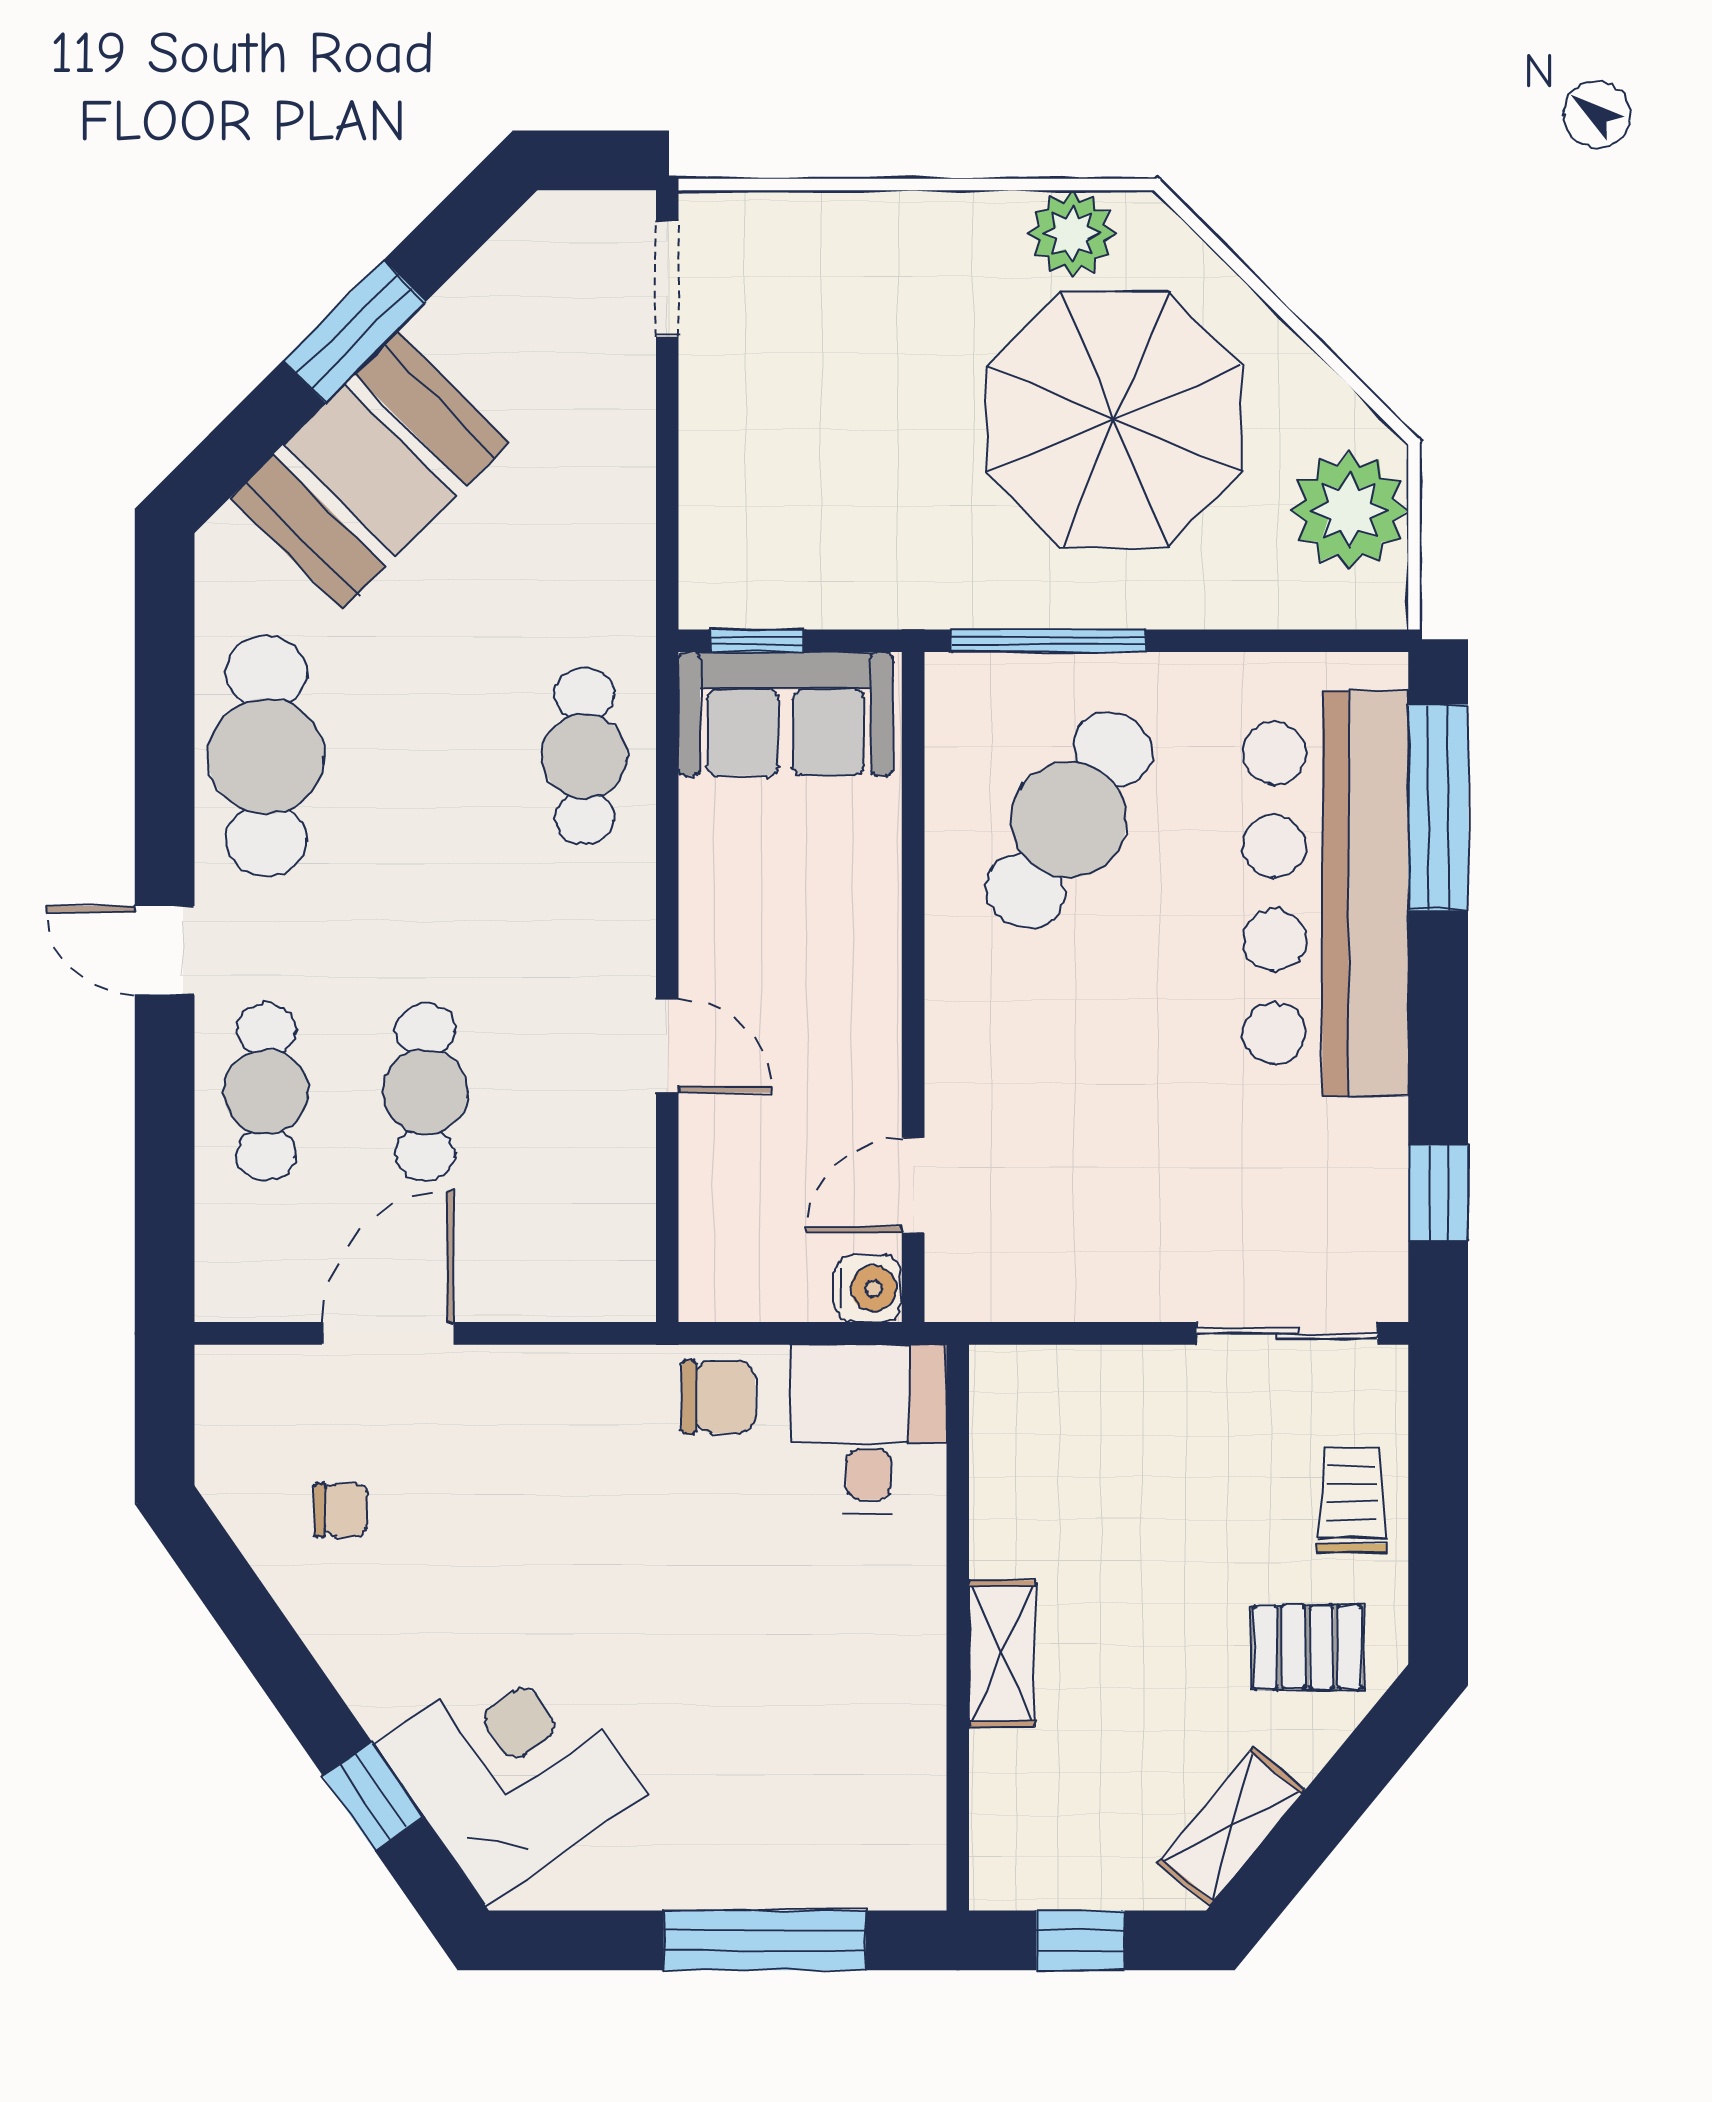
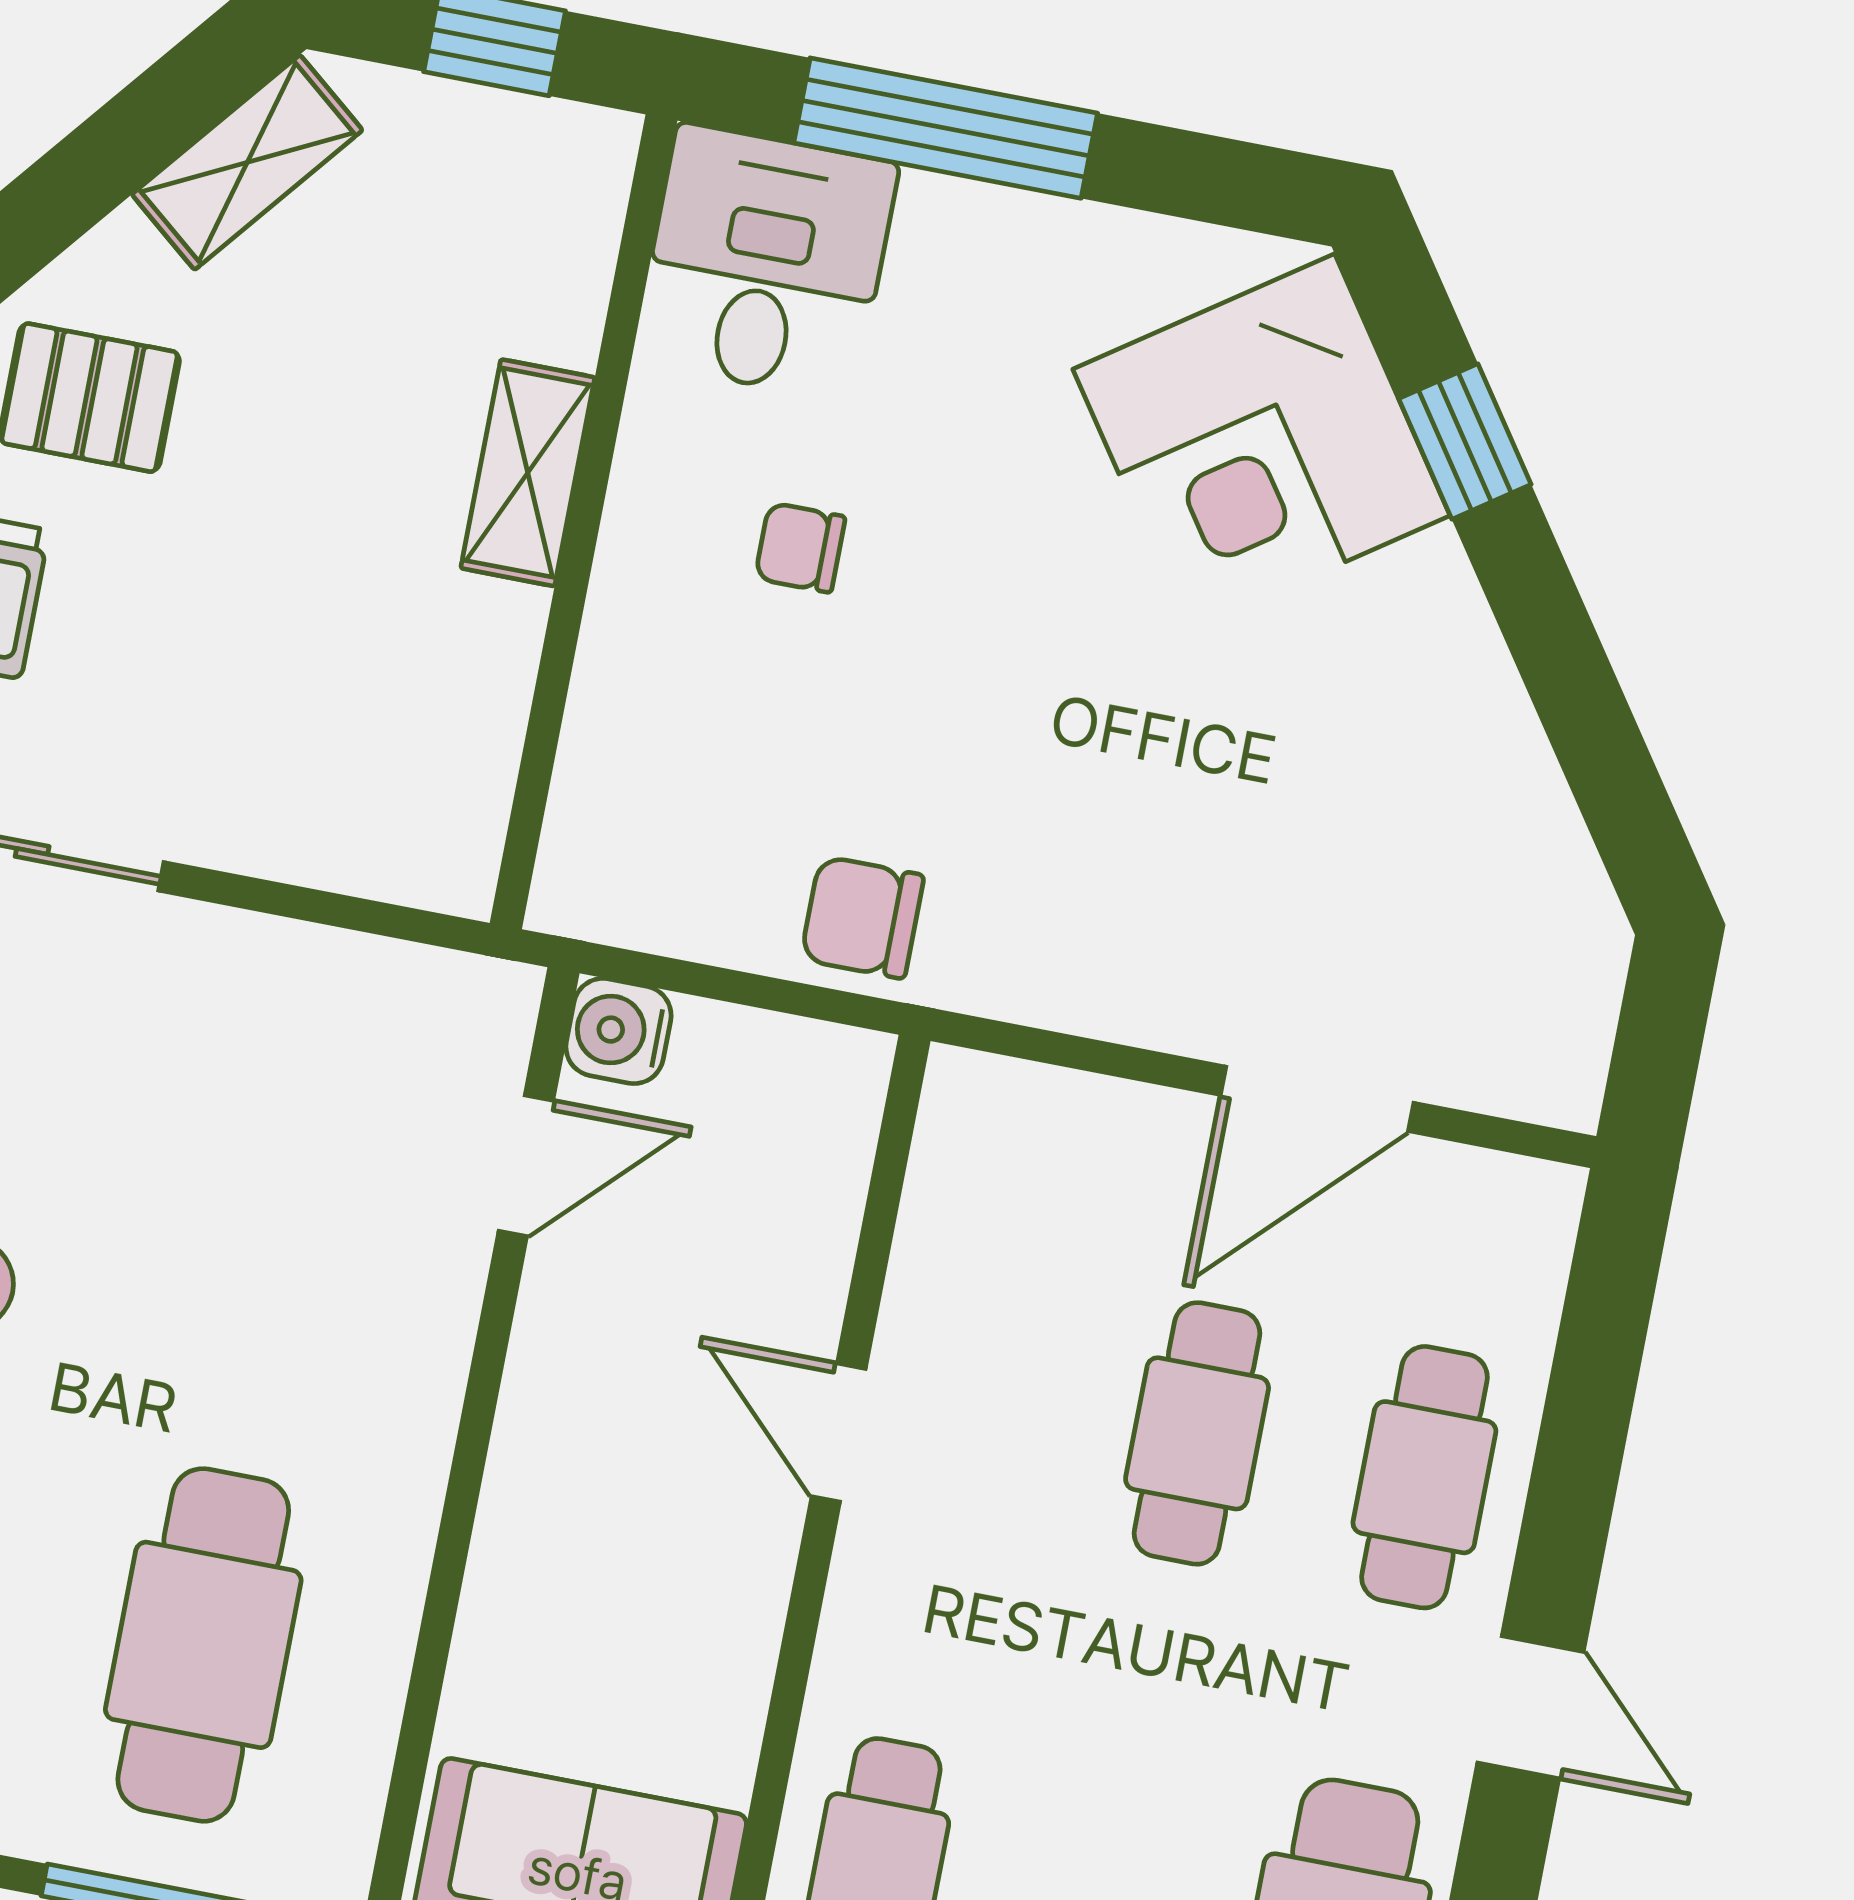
cafe table: (1069, 820) -> (203, 1645), turned -32
desk: (869, 1429) -> (766, 262), moved, turned 180
chair: (341, 1510) -> (800, 548), moved

